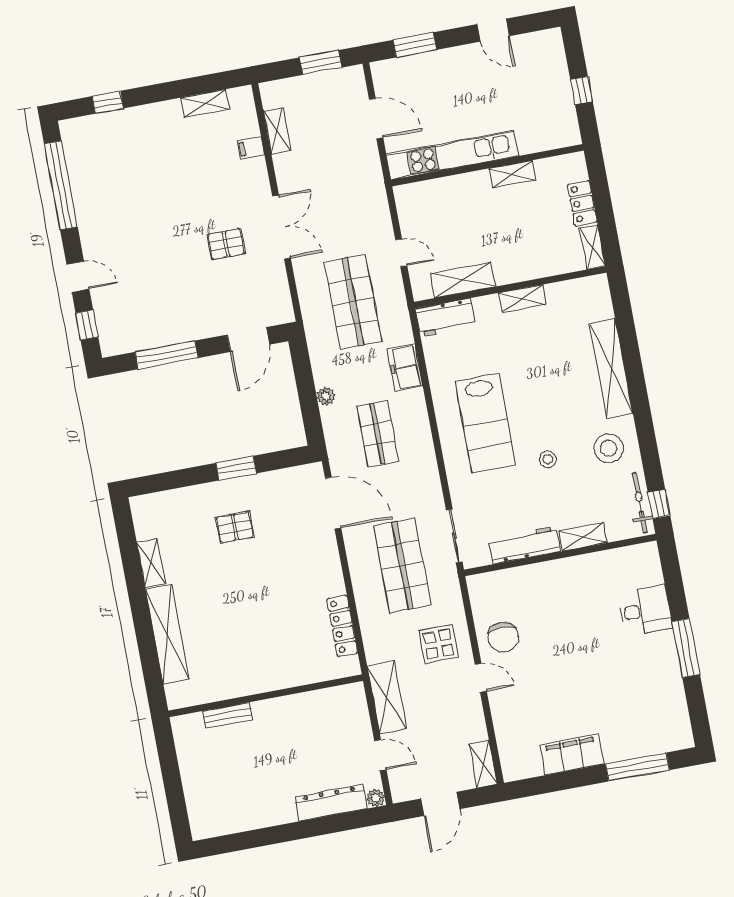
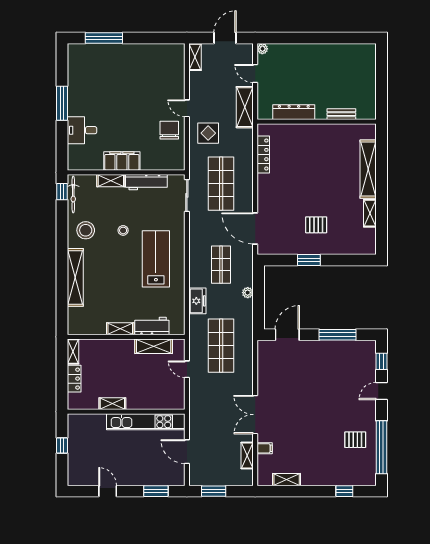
double door: (282, 227) -> (255, 415), moved
pallet: (226, 244) -> (355, 440), moved
door: (78, 277) -> (381, 391), hinge flipped
workbench: (445, 318) -> (152, 326), moved
filing cabinet: (572, 754) -> (122, 161), moved, turned 180
dresser: (331, 803) -> (294, 112), moved, turned 180

